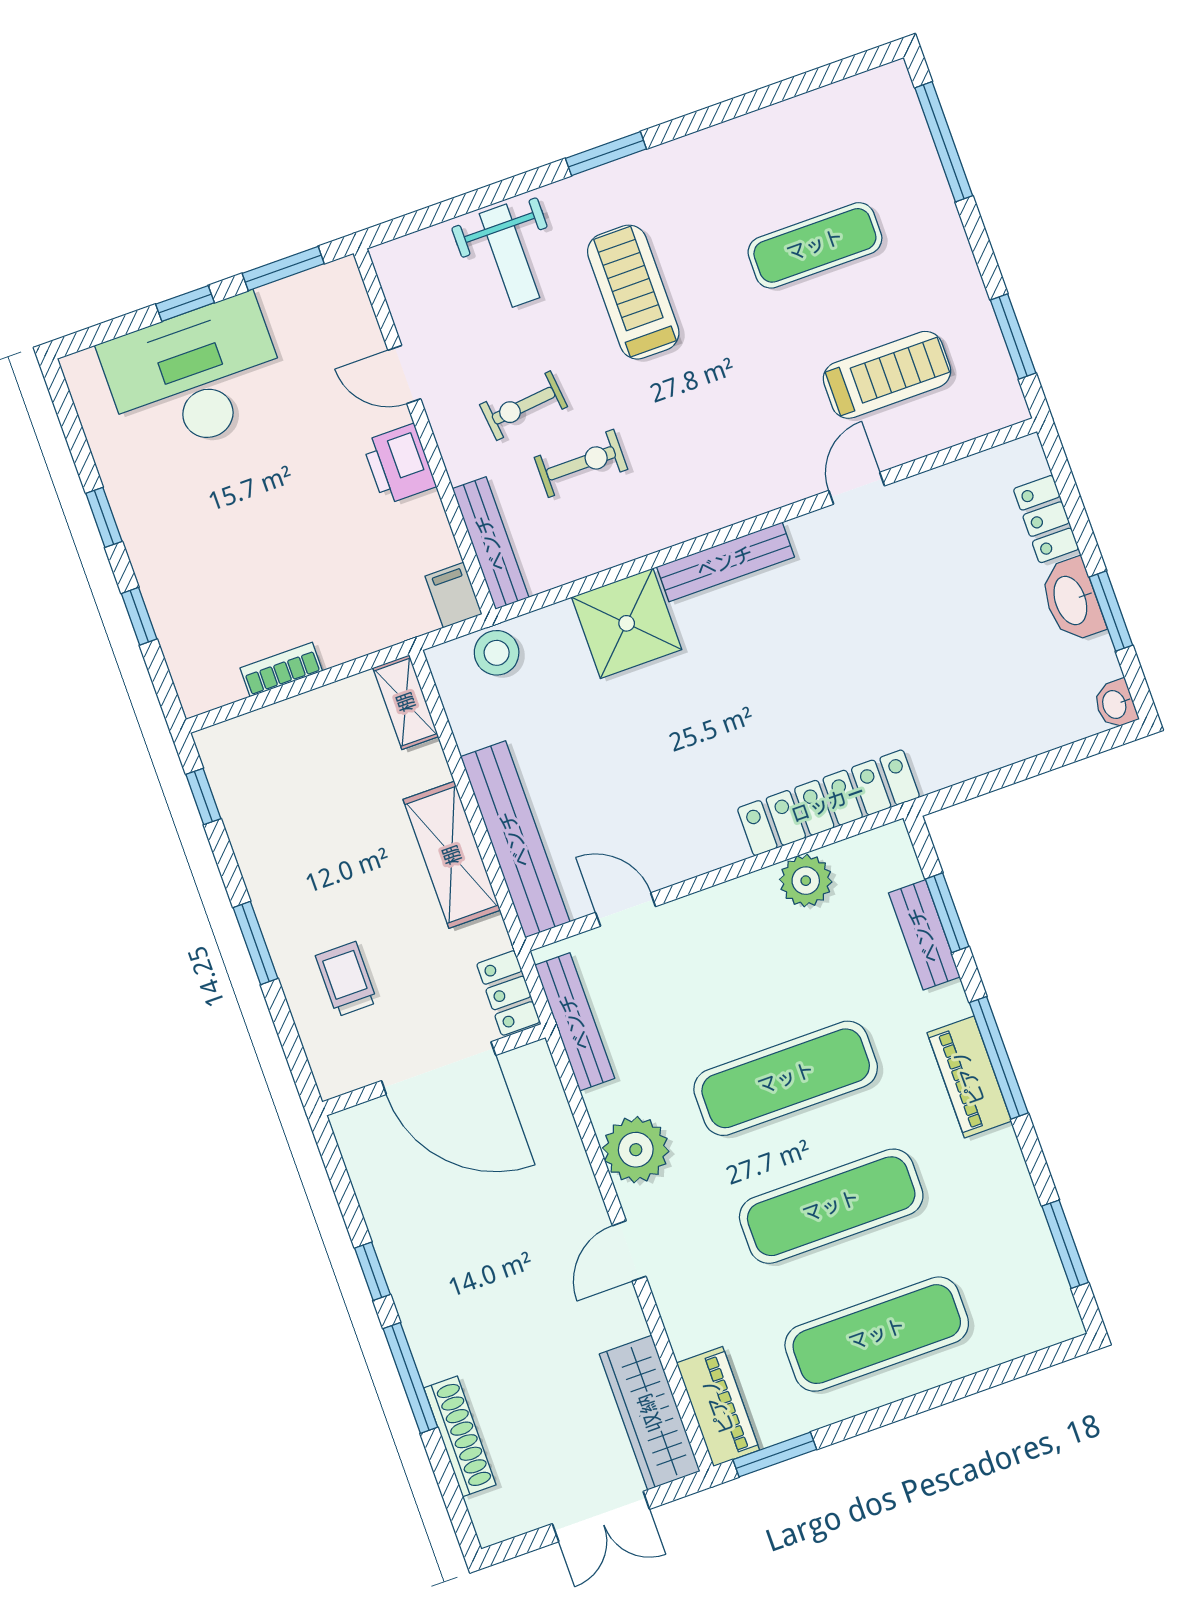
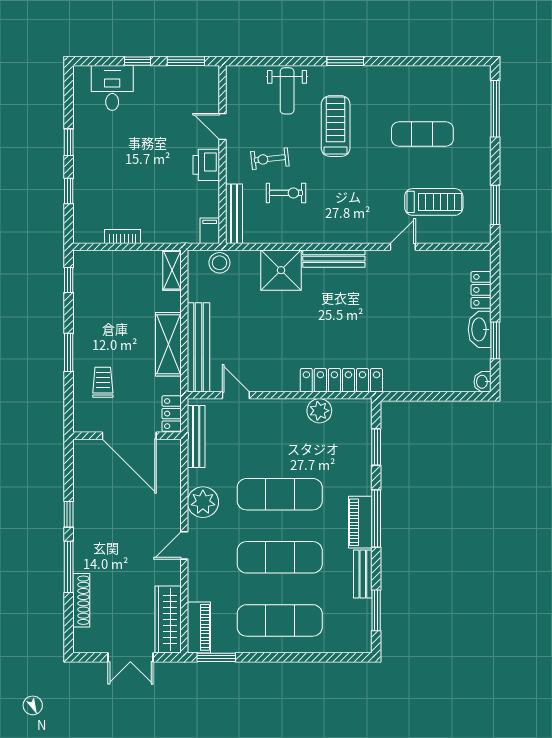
desk: (195, 377) -> (112, 88), width x0.53, depth x0.77
bench: (924, 935) -> (363, 574), moved

